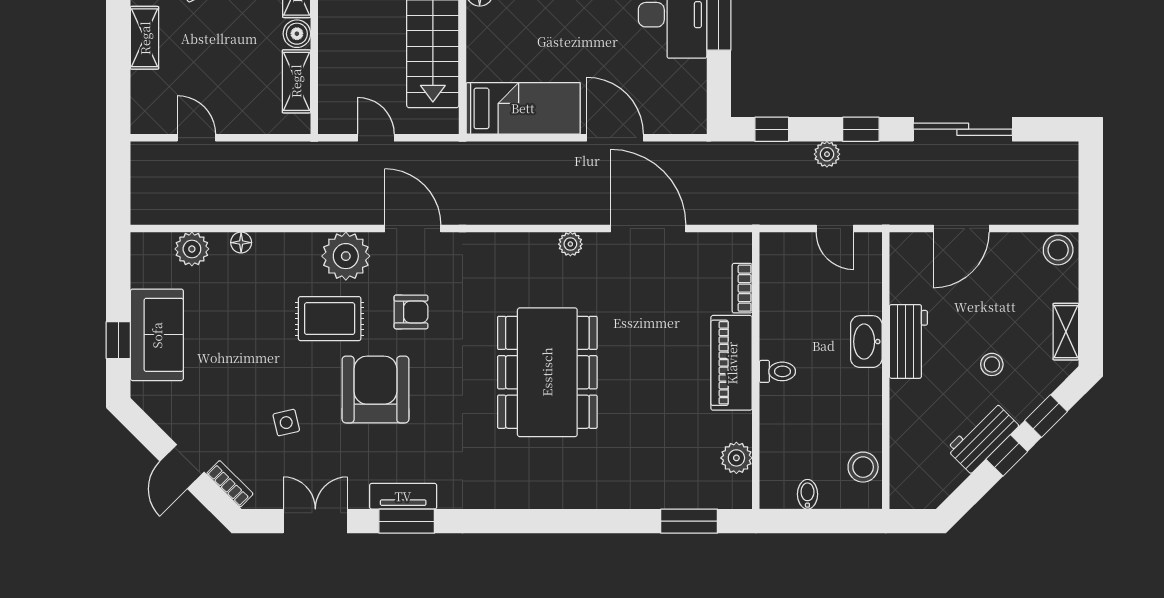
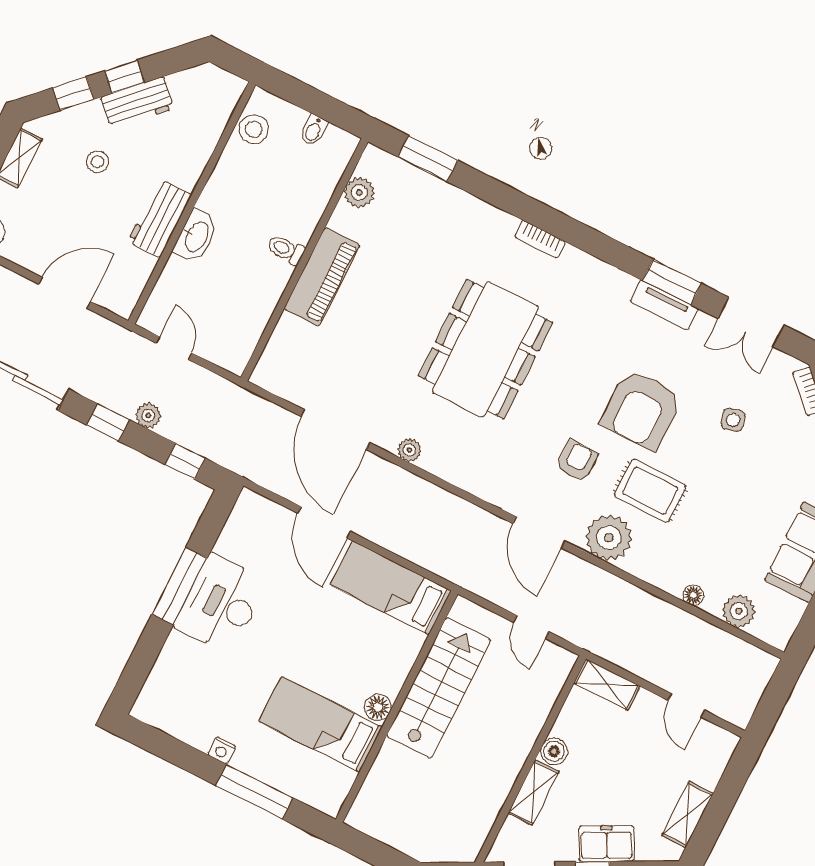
shelving: (296, 81) -> (607, 685), moved, turned 90
bookcase: (742, 288) -> (540, 239), moved, turned 90
armchair: (411, 312) -> (577, 461), turned 90

